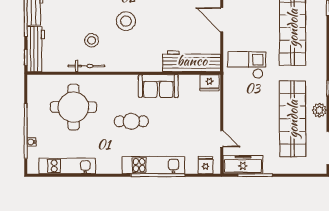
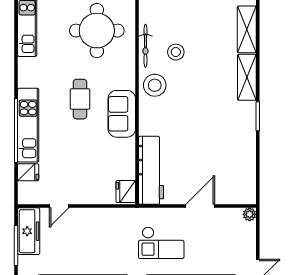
stool: (126, 21) -> (155, 85), moved
checkout: (247, 65) -> (161, 243), moved, turned 90
sofa: (158, 86) -> (122, 114), moved
fridge: (205, 165) -> (28, 172), moved

